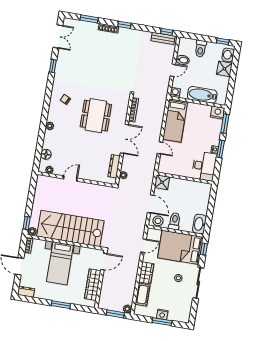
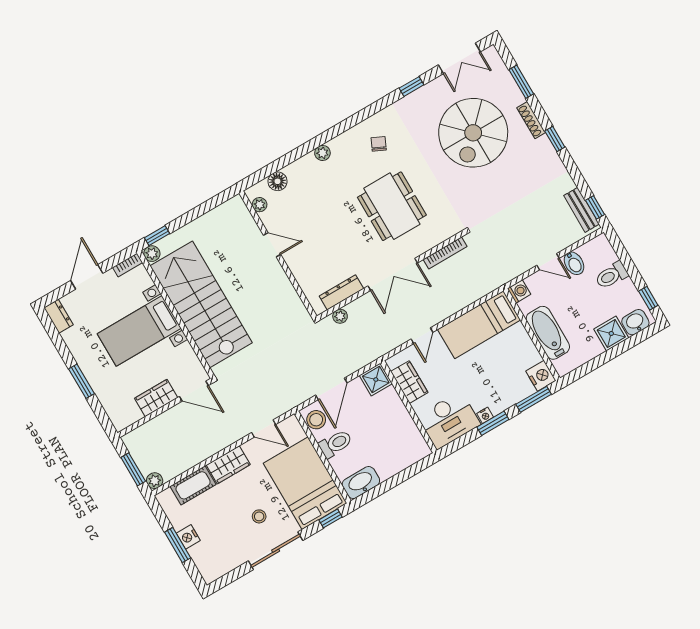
spiral stairs: (94, 56) -> (473, 133), added
dining table: (96, 116) -> (392, 206), turned 90
wardrobe: (175, 169) -> (409, 382), added
wardrobe: (93, 285) -> (156, 398), width x0.67

